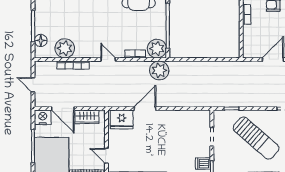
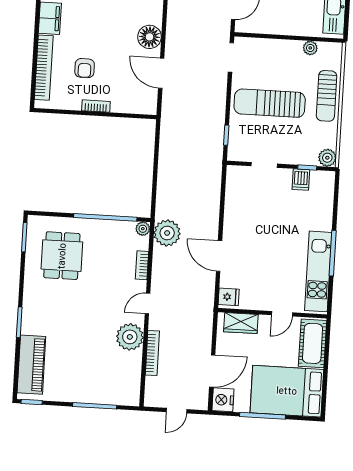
floor lamp: (41, 40) -> (115, 396), removed
plant: (65, 48) -> (130, 337), moved
plant: (157, 49) -> (143, 229), width x0.53, depth x0.53
wardrobe: (87, 117) -> (241, 323), moved, turned 90
fridge: (122, 119) -> (229, 297), width x0.53, depth x0.75
sun lounger: (256, 138) -> (270, 103), turned -131

